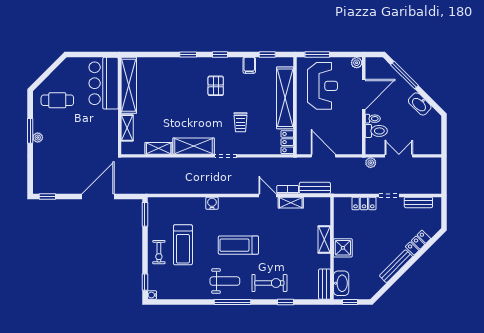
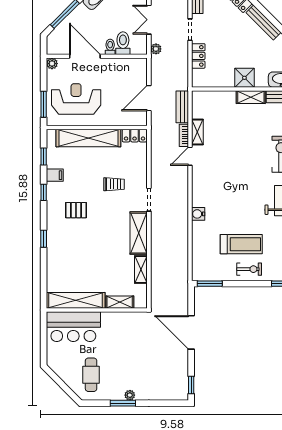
window: (220, 55) -> (44, 192), moved
shelving: (324, 240) -> (251, 97), moved
treadmill: (238, 245) -> (242, 186), removed

